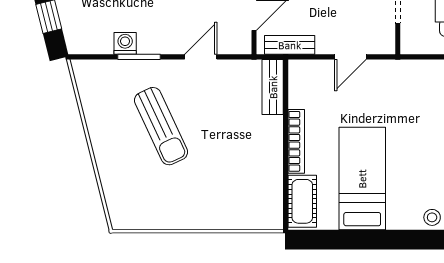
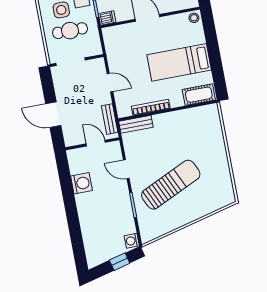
washing machine: (125, 43) -> (132, 241), moved
sun lounger: (161, 126) -> (171, 185), width x1.36, depth x1.34
bookcase: (296, 141) -> (151, 107), moved

